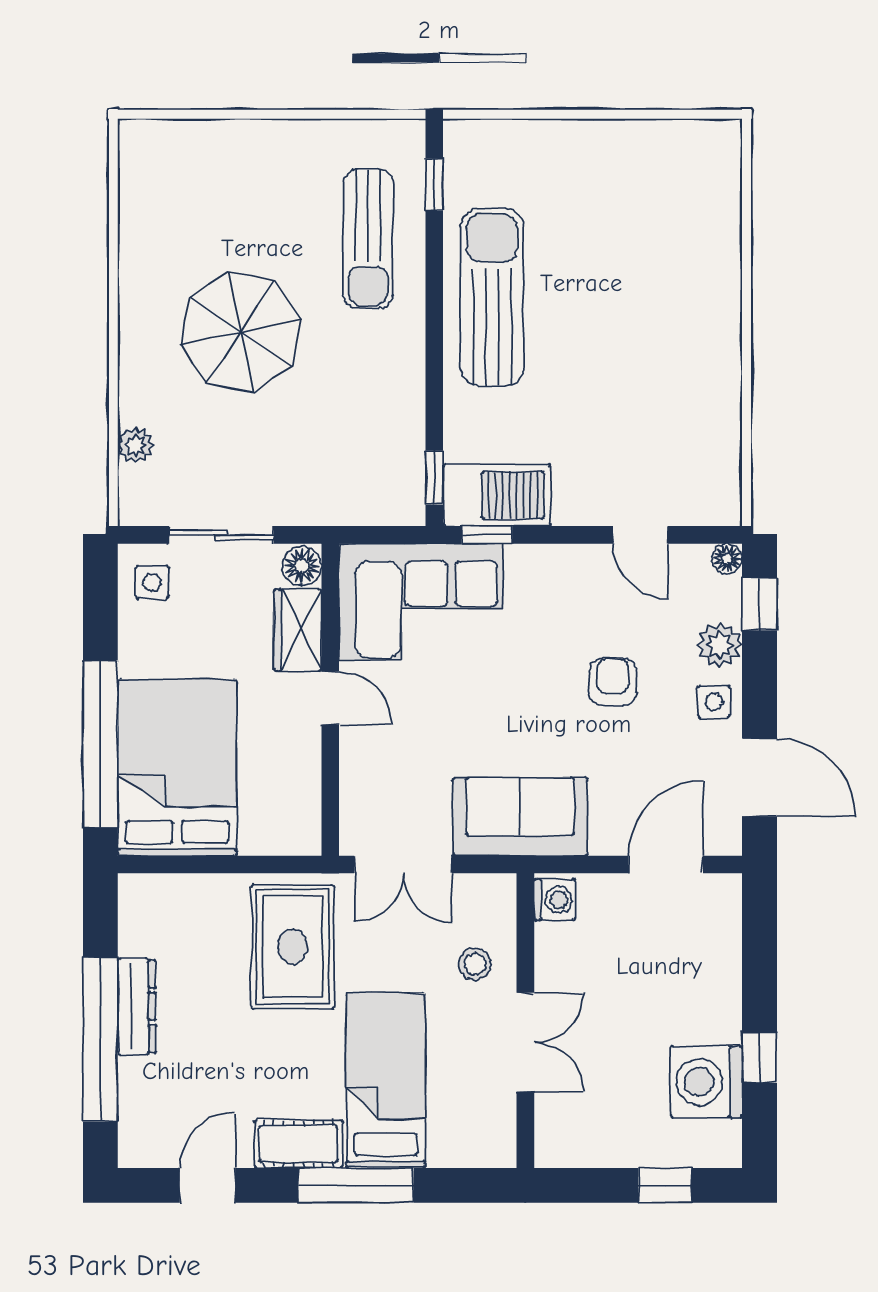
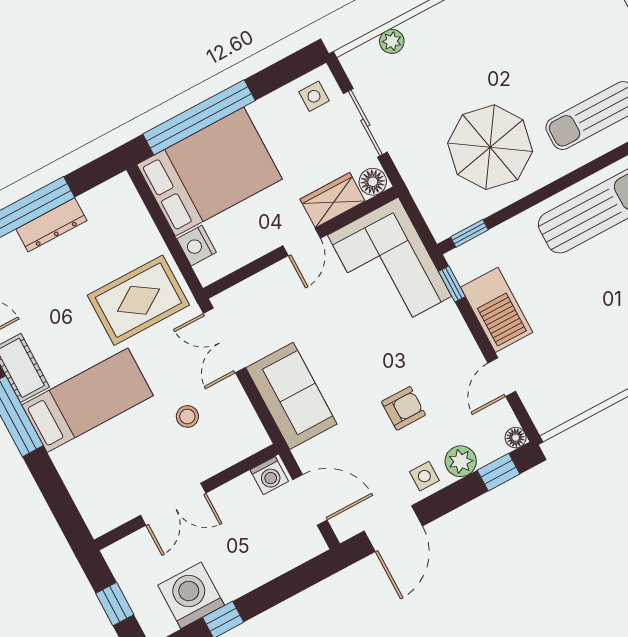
parasol: (241, 332) -> (490, 147), moved
barbecue: (497, 495) -> (497, 310), moved
nightstand: (263, 835) -> (197, 246), added
washing machine: (555, 900) -> (269, 476), moved
wall: (525, 1021) -> (186, 497), moved
double door: (525, 1042) -> (173, 504), moved

